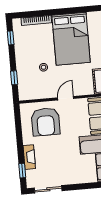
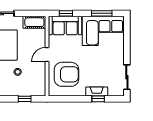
door: (66, 98) -> (47, 55), hinge flipped
window: (22, 171) -> (98, 99), moved

